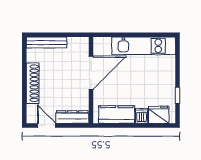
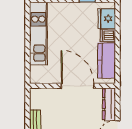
door: (91, 73) -> (78, 86), moved

